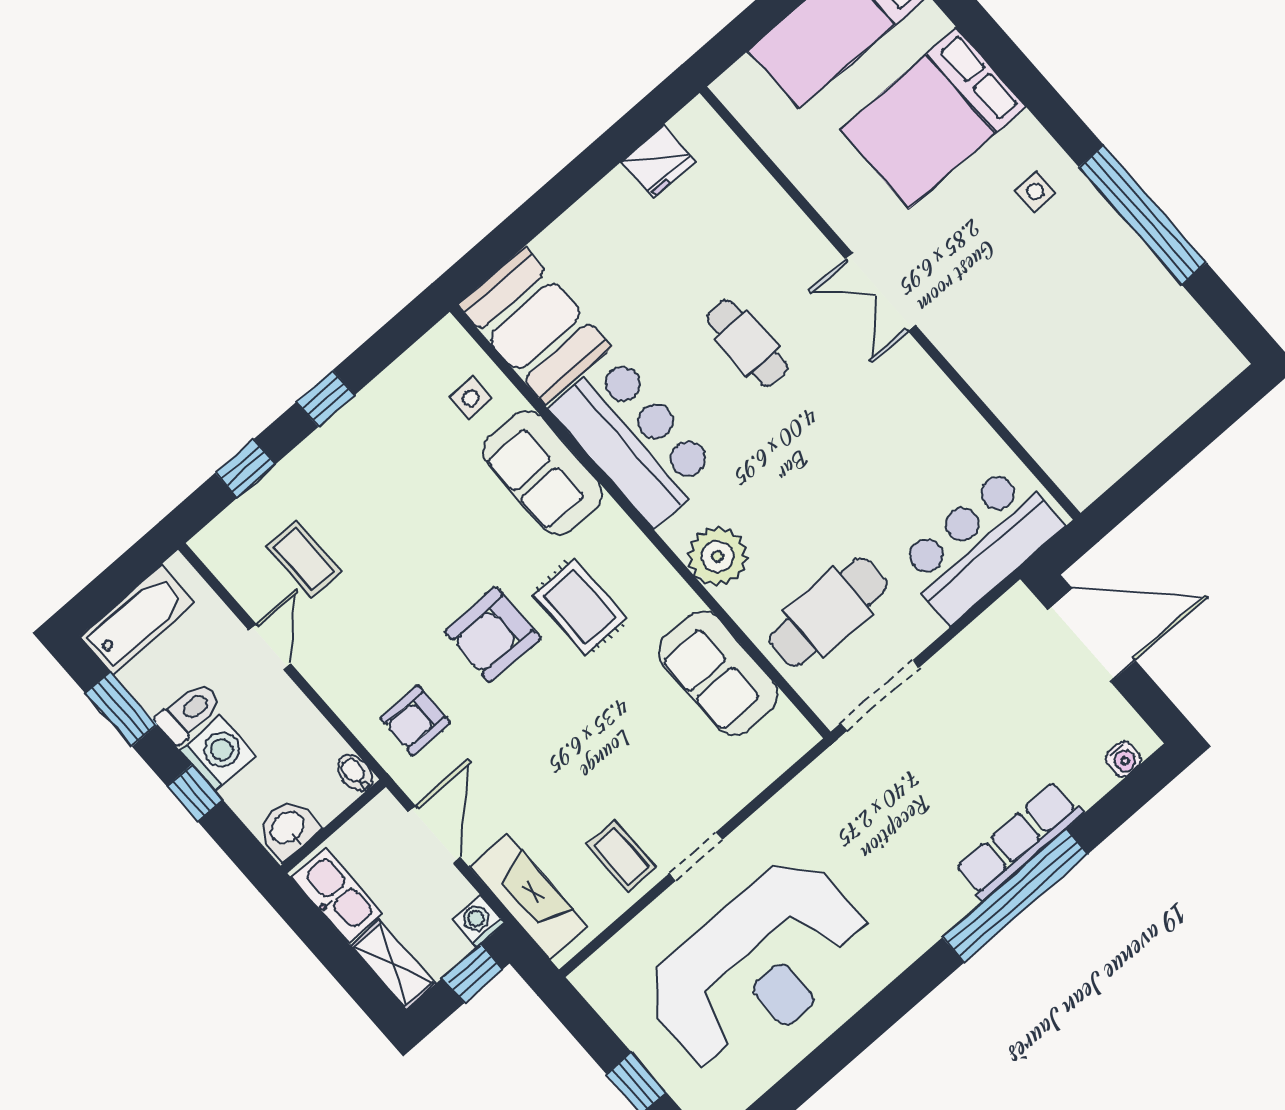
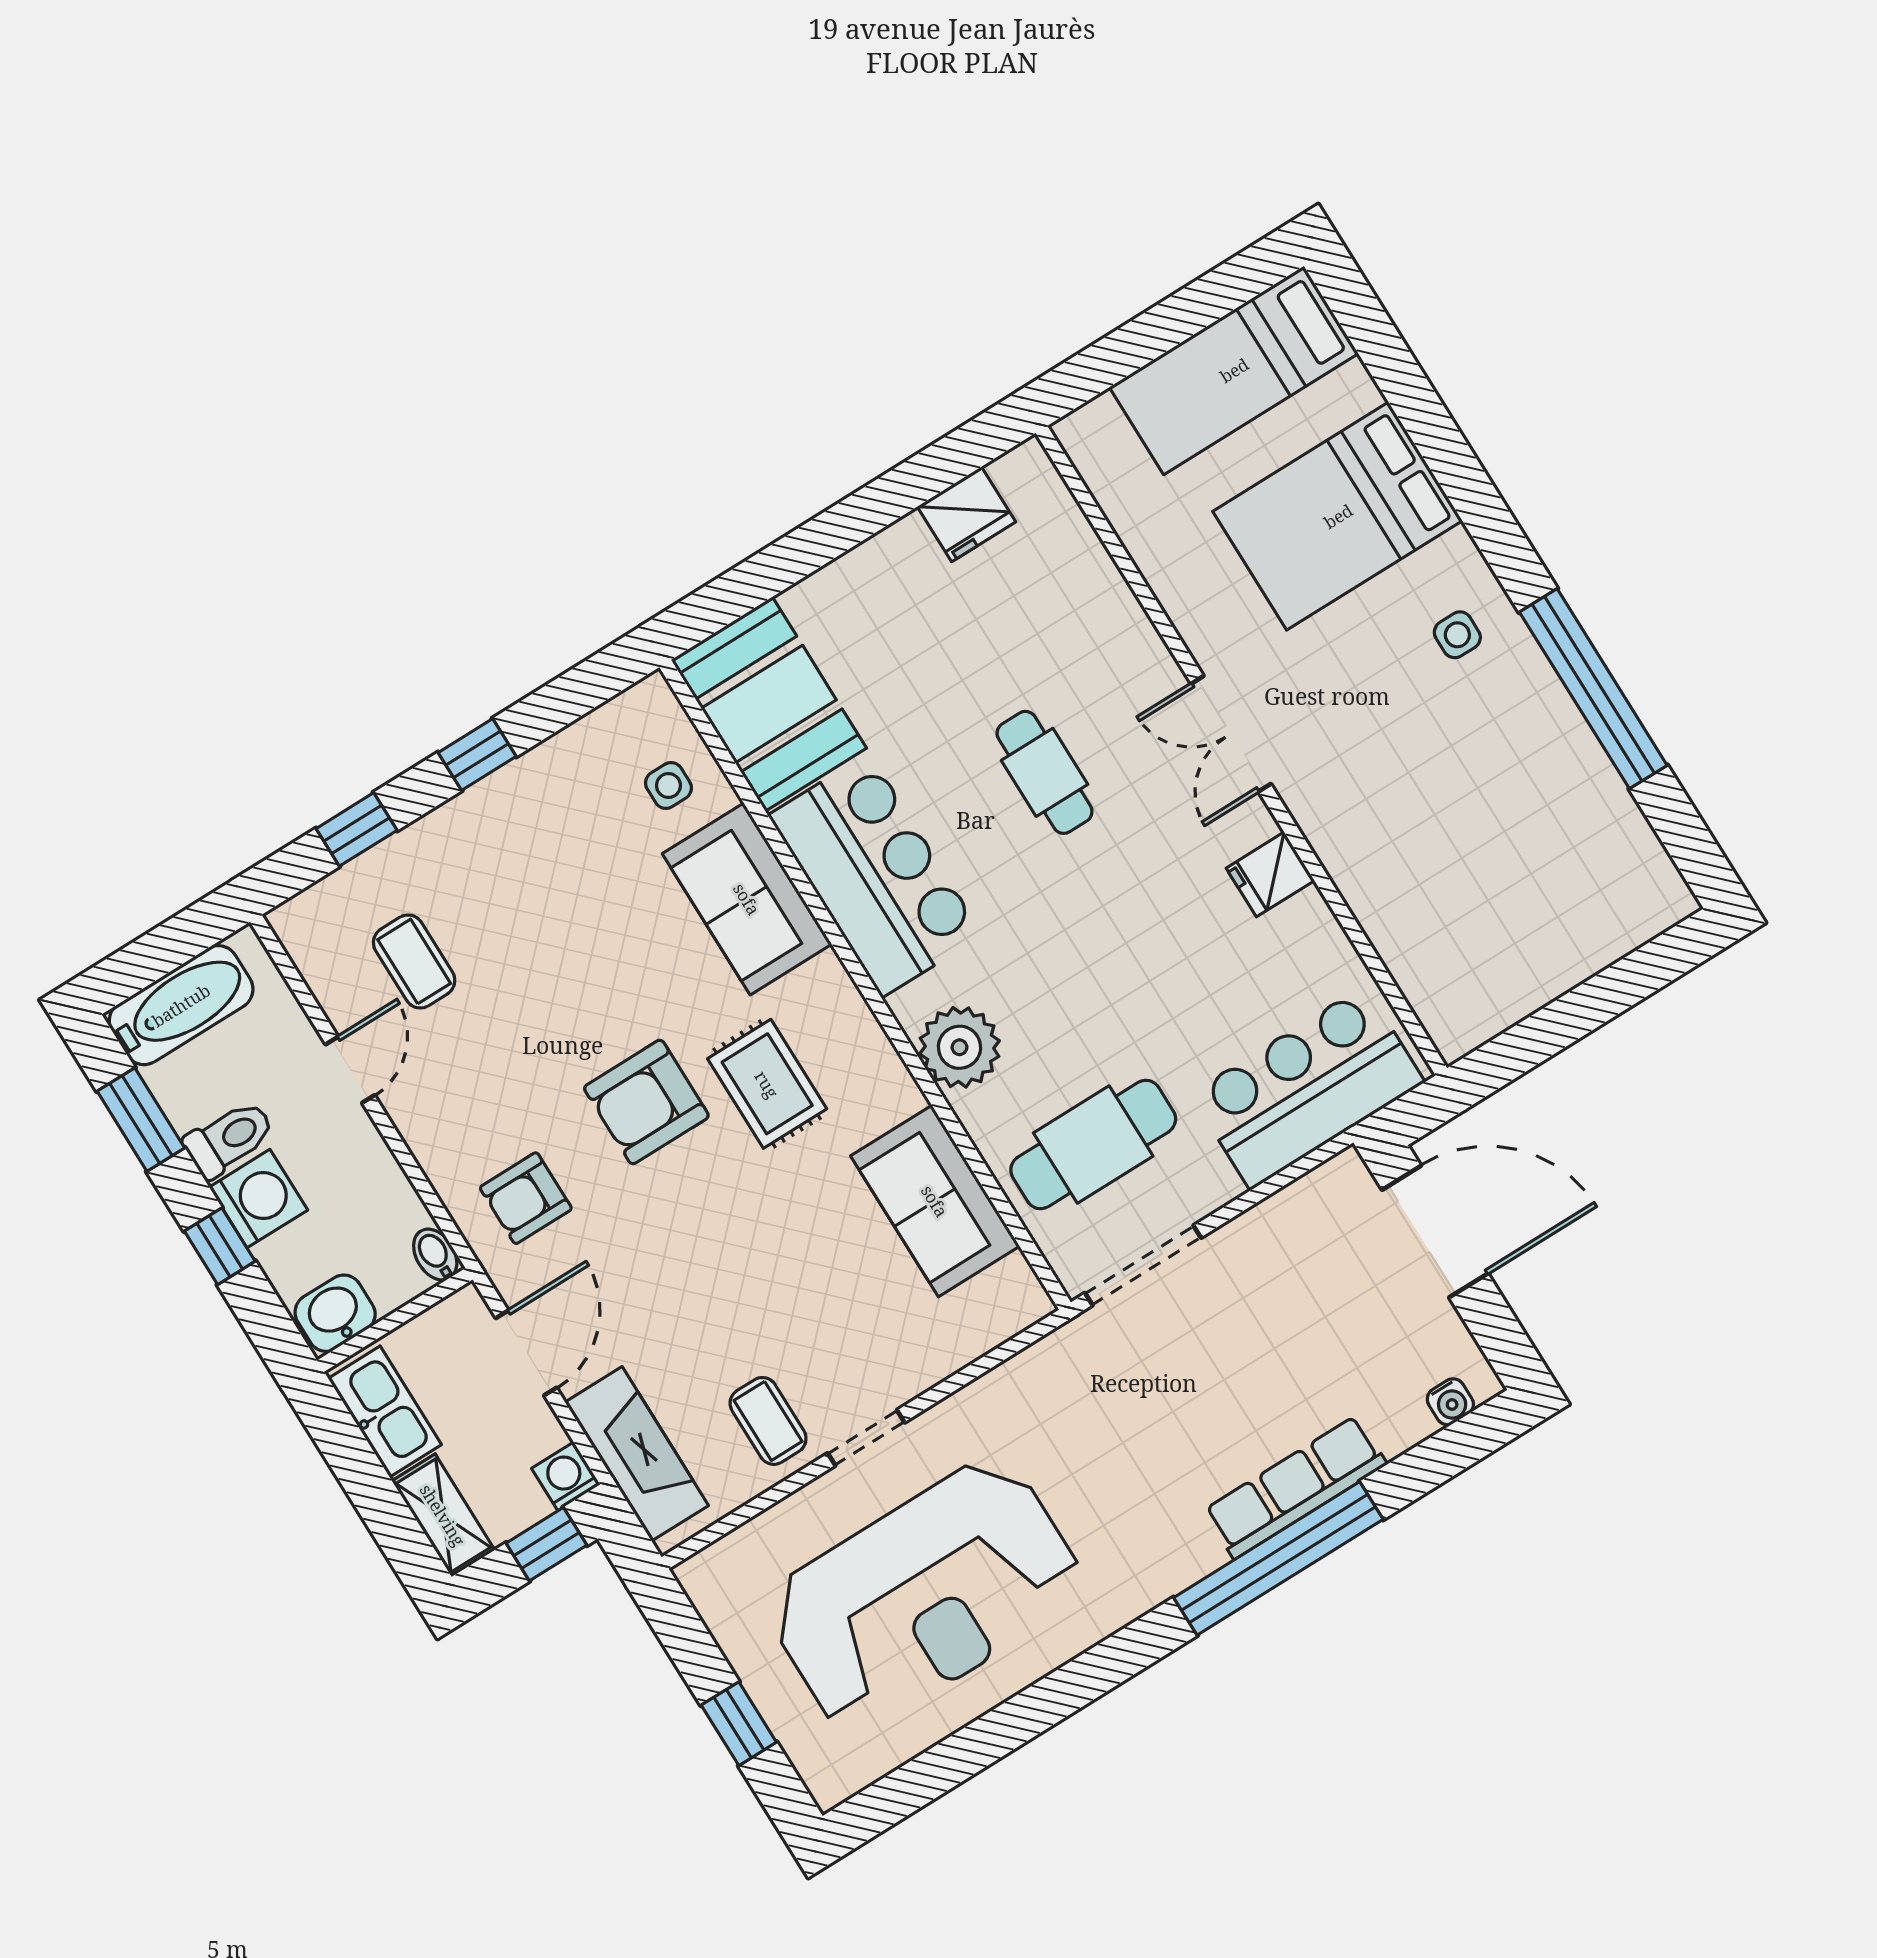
fridge: (926, 391) -> (1270, 874), added

